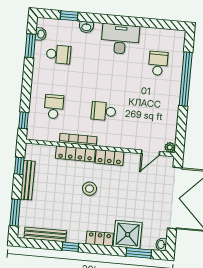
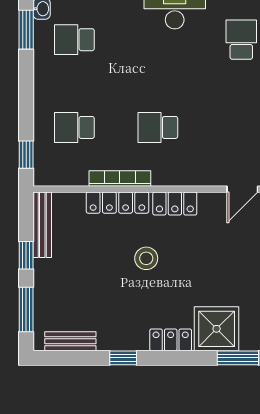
school desk: (59, 54) -> (74, 40), turned 180
school desk: (54, 107) -> (74, 127), turned -90
window: (19, 166) -> (26, 255), moved
bench: (28, 180) -> (42, 225), moved
bench: (45, 234) -> (70, 341), width x0.73

